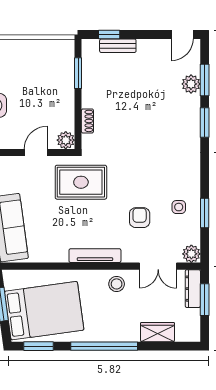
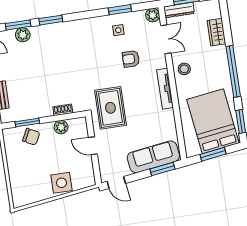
chair: (59, 75) -> (31, 137), added
plant: (66, 140) -> (61, 127), moved

